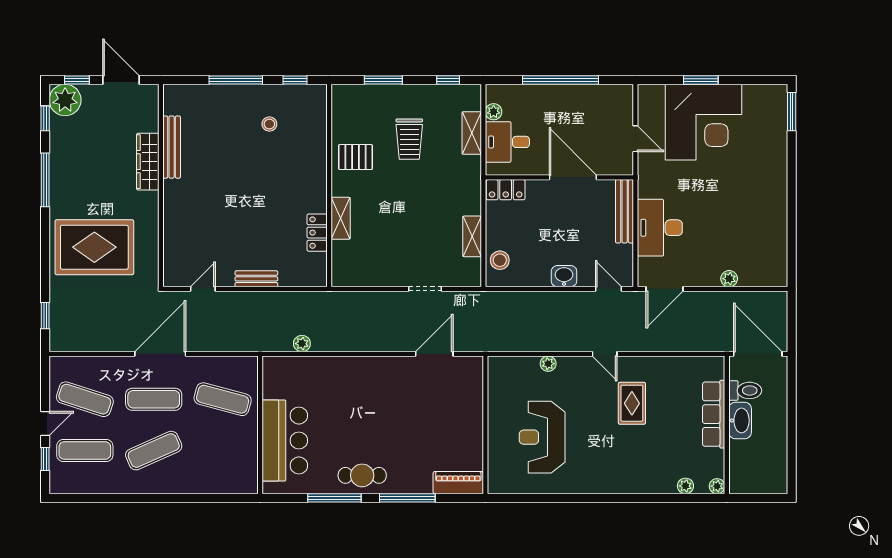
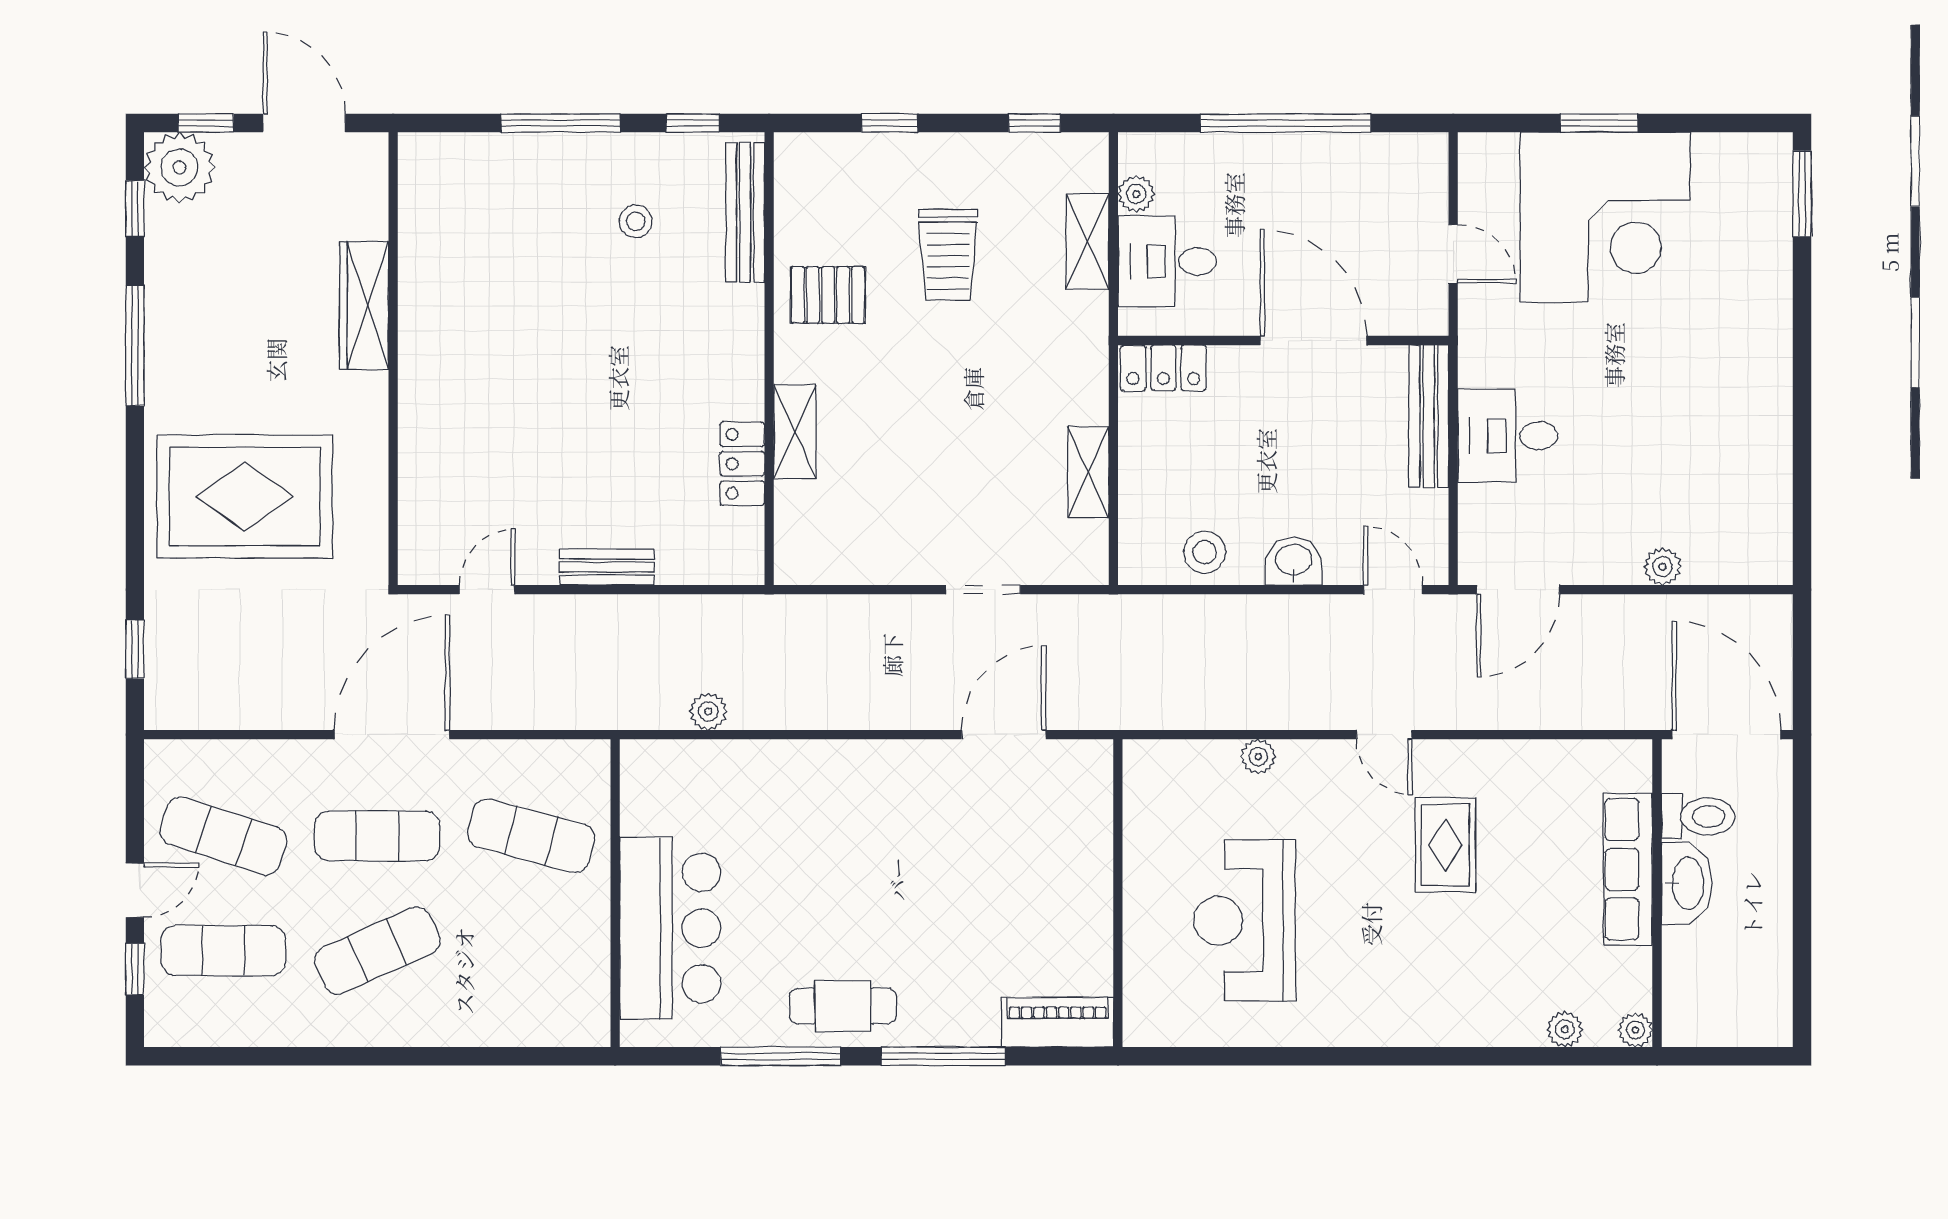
window: (383, 80) -> (890, 123), width x0.67
bench: (172, 147) -> (745, 212), moved
desk: (660, 228) -> (1508, 436), width x0.73
stool: (500, 260) -> (1205, 552), moved

